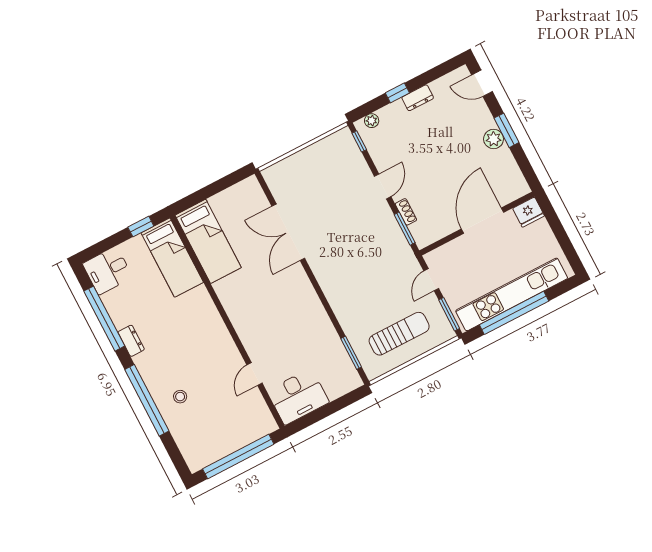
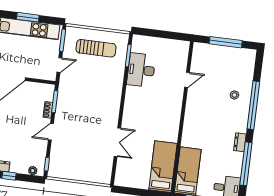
double door: (288, 232) -> (117, 142), width x0.73
window: (514, 313) -> (28, 17), width x0.47
sun lounger: (399, 334) -> (96, 48), turned 180
desk: (298, 397) -> (141, 70), moved, turned -90
window: (238, 456) -> (226, 42), width x0.68

